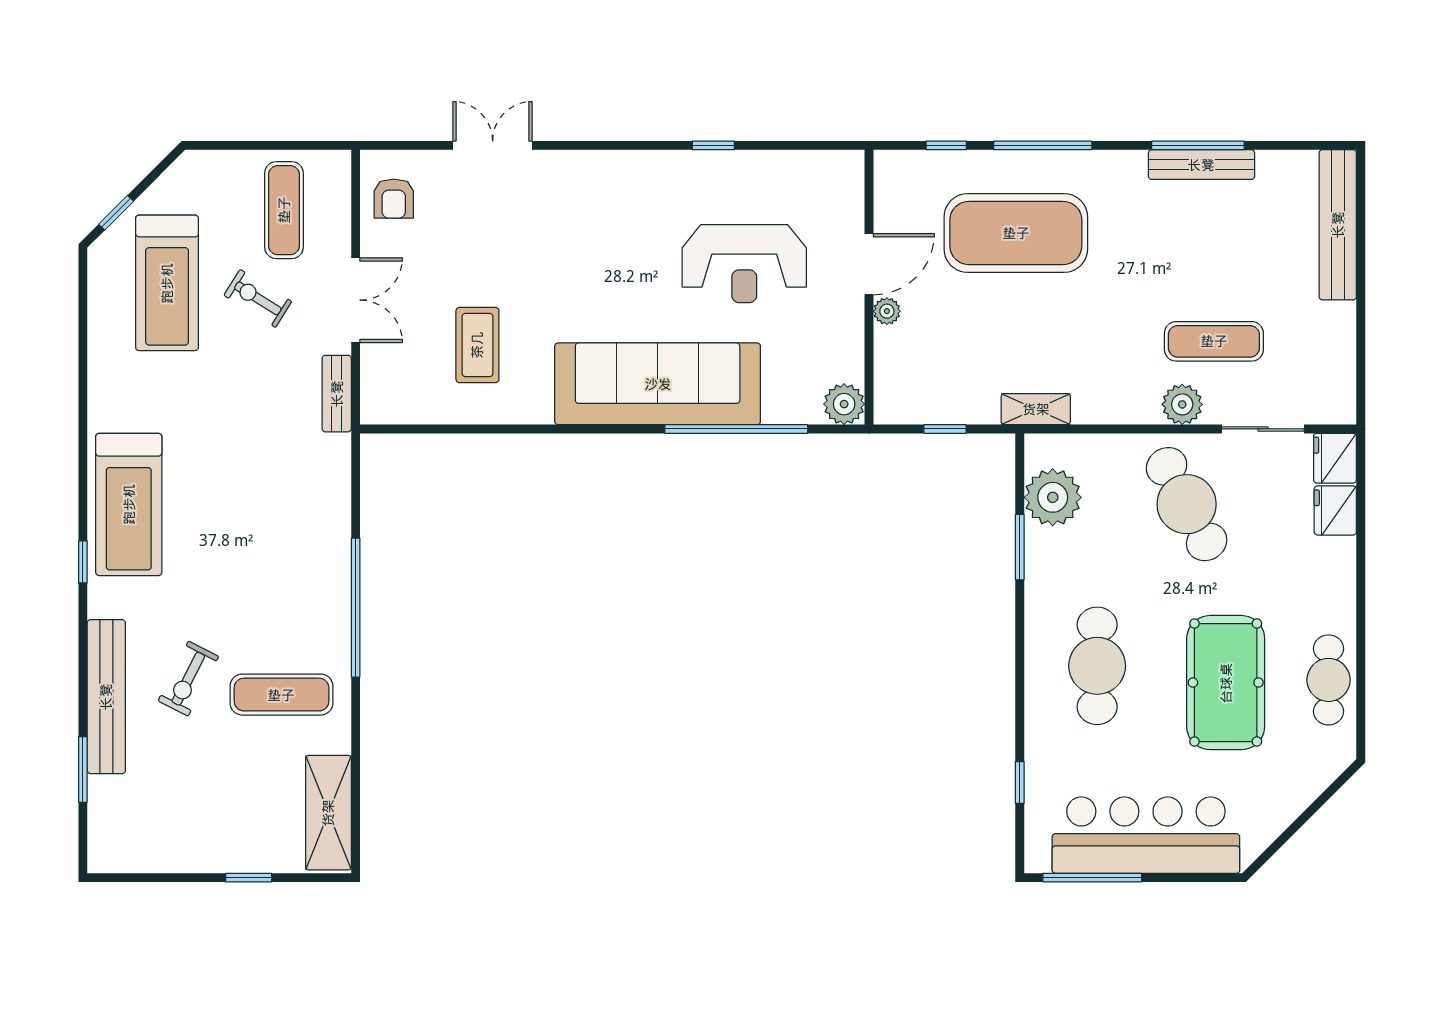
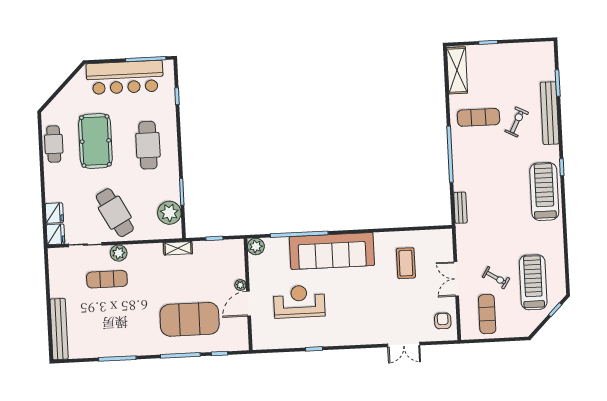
bench: (1201, 165) -> (116, 351), removed
bench: (337, 394) -> (460, 208), moved

